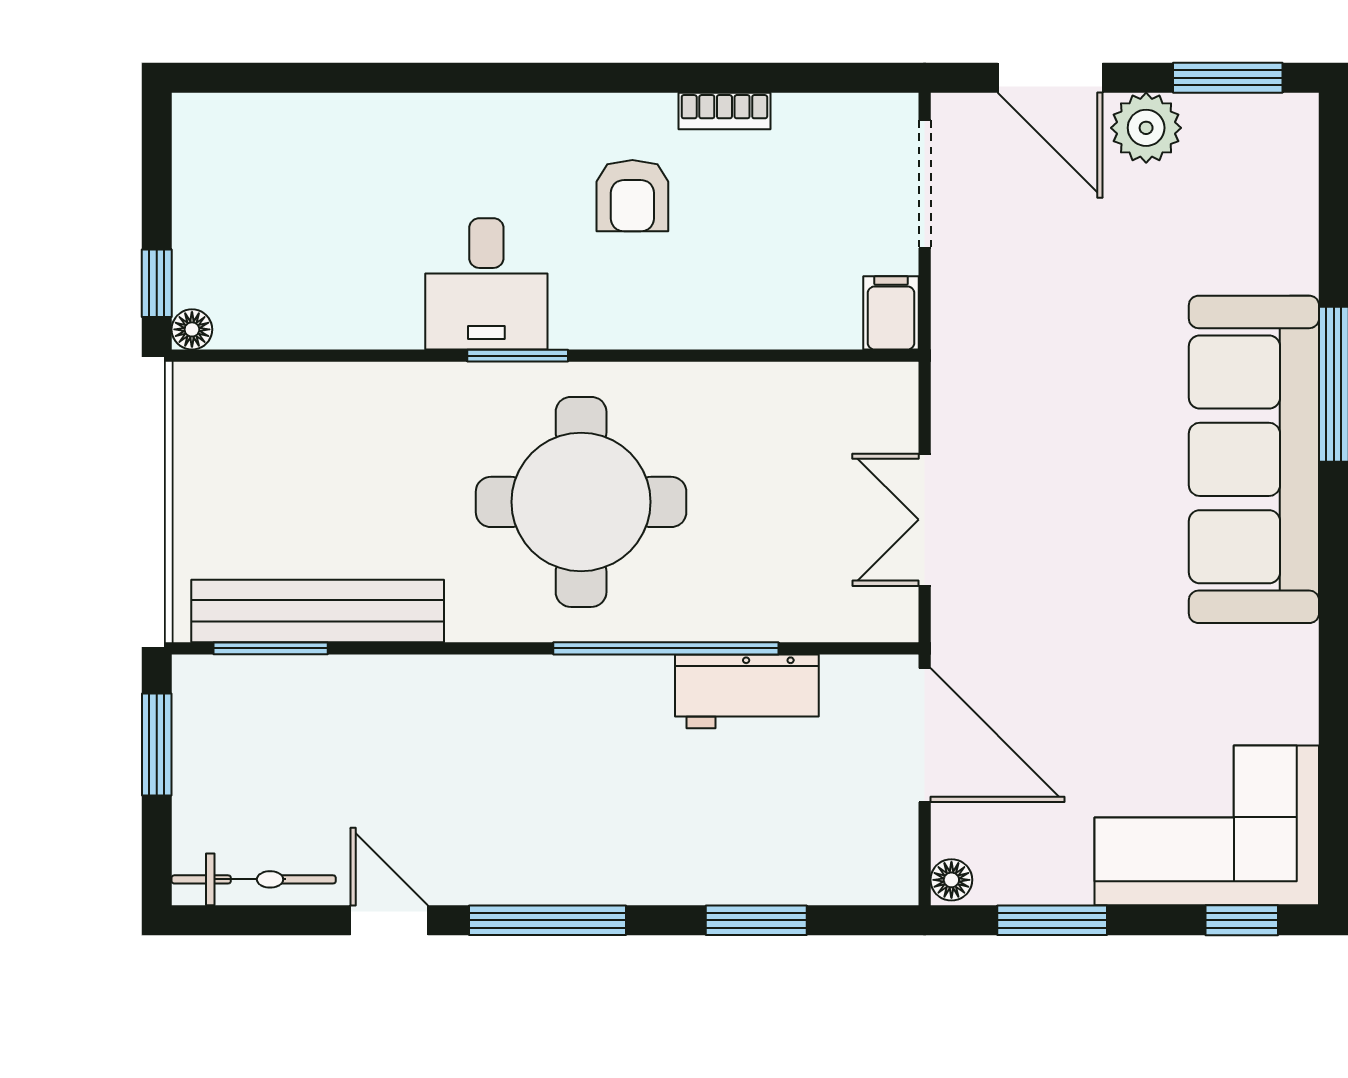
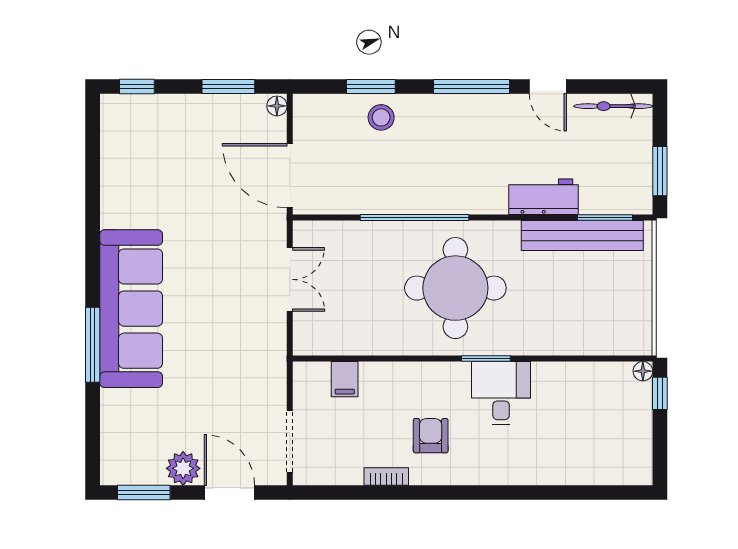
filing cabinet: (891, 313) -> (345, 379), moved
workbench: (747, 691) -> (543, 197), moved
corner sofa: (1207, 825) -> (154, 132), removed
stool: (735, 856) -> (381, 117), added

